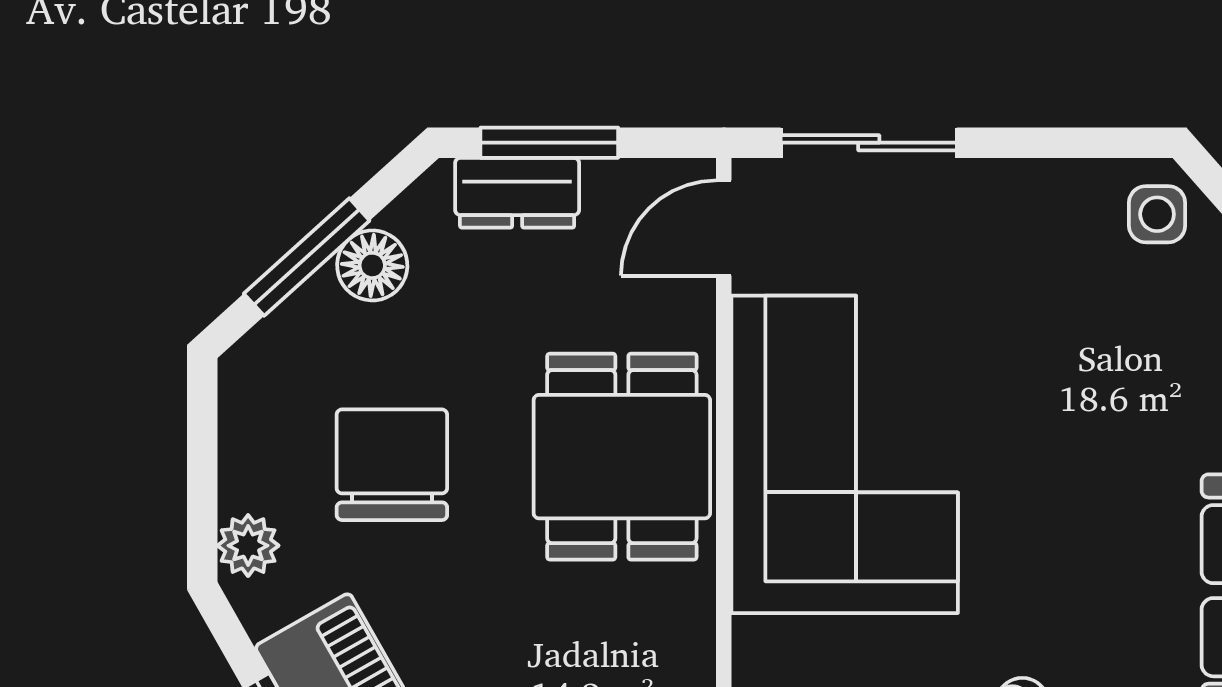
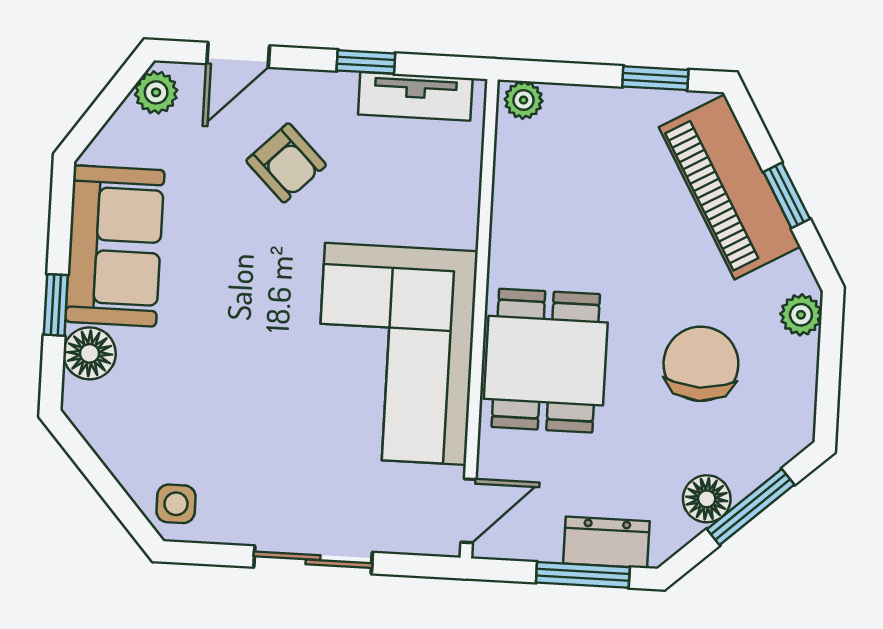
sliding door: (869, 143) -> (313, 560), moved
chair: (392, 465) -> (701, 364), turned 180

